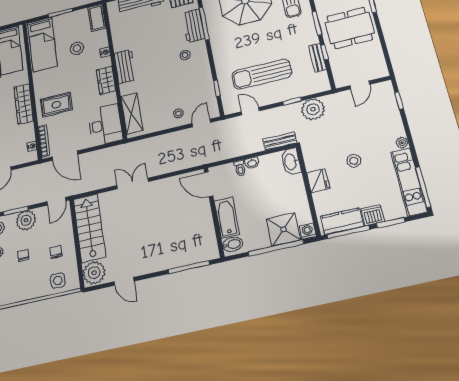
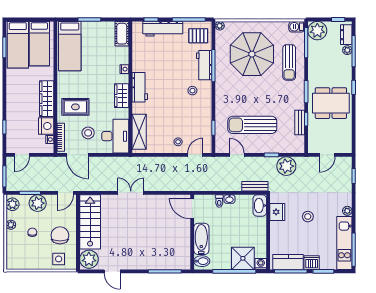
stool: (77, 48) -> (88, 133), moved
nightstand: (26, 133) -> (46, 126), added
fridge: (318, 181) -> (277, 212), moved
chair: (56, 252) -> (60, 235), width x1.87, depth x1.87

